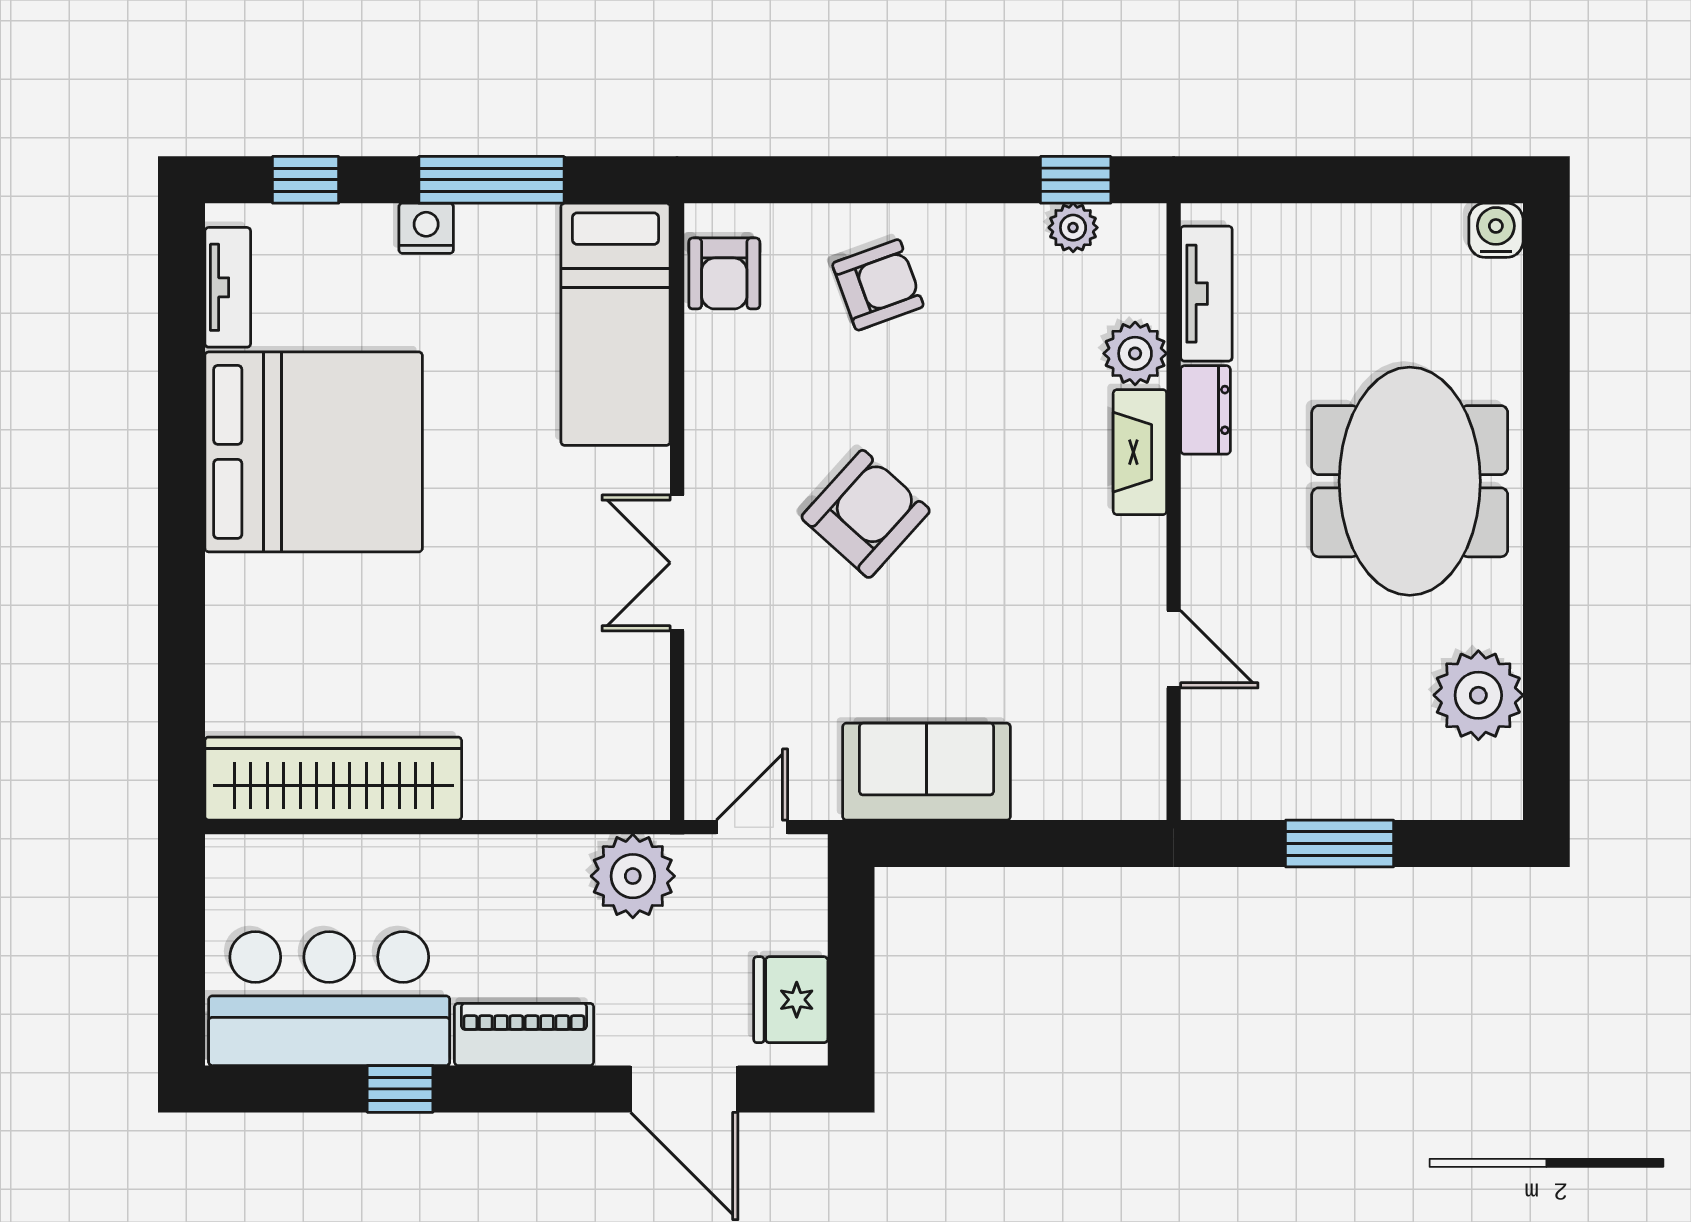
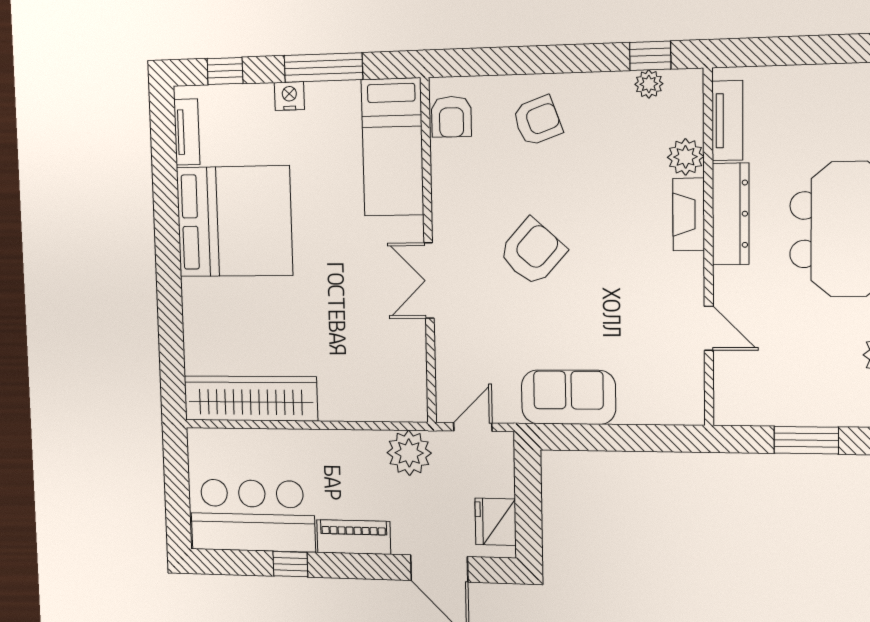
dresser: (1205, 410) -> (731, 214), width x1.96, depth x1.24

